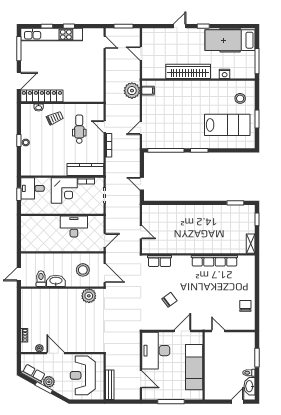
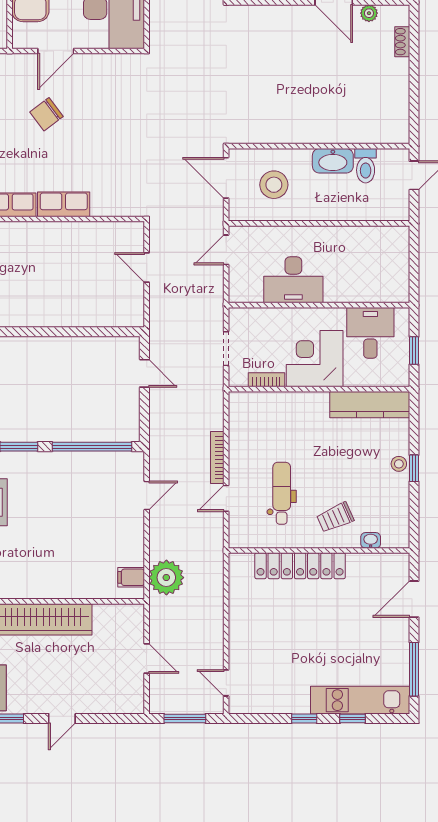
kitchen unit: (52, 35) -> (360, 700), width x0.73
locker: (42, 96) -> (300, 566), moved
door: (105, 127) -> (226, 498), swing flipped
dental chair: (79, 129) -> (282, 493), turned 180
kitchen counter: (85, 169) -> (370, 405), moved
desk: (32, 188) -> (370, 333), moved, turned -90
row of seats: (159, 261) -> (64, 204), moved
plant: (89, 296) -> (261, 128), removed
chair: (169, 300) -> (46, 114), moved

